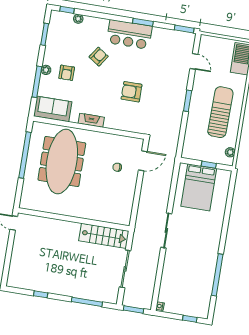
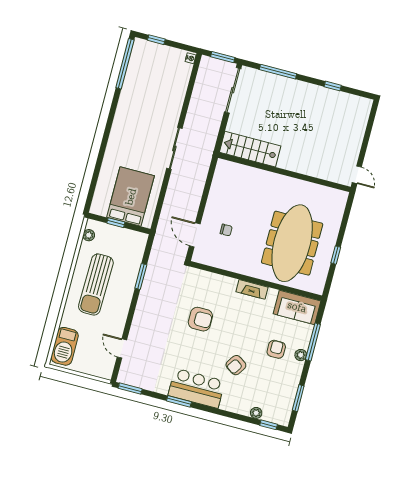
window: (188, 101) -> (141, 276), moved
window: (25, 155) -> (336, 255), width x0.32
door: (143, 161) -> (195, 235), hinge flipped
sliding door: (125, 269) -> (233, 90), moved
window: (217, 275) -> (125, 64), moved

